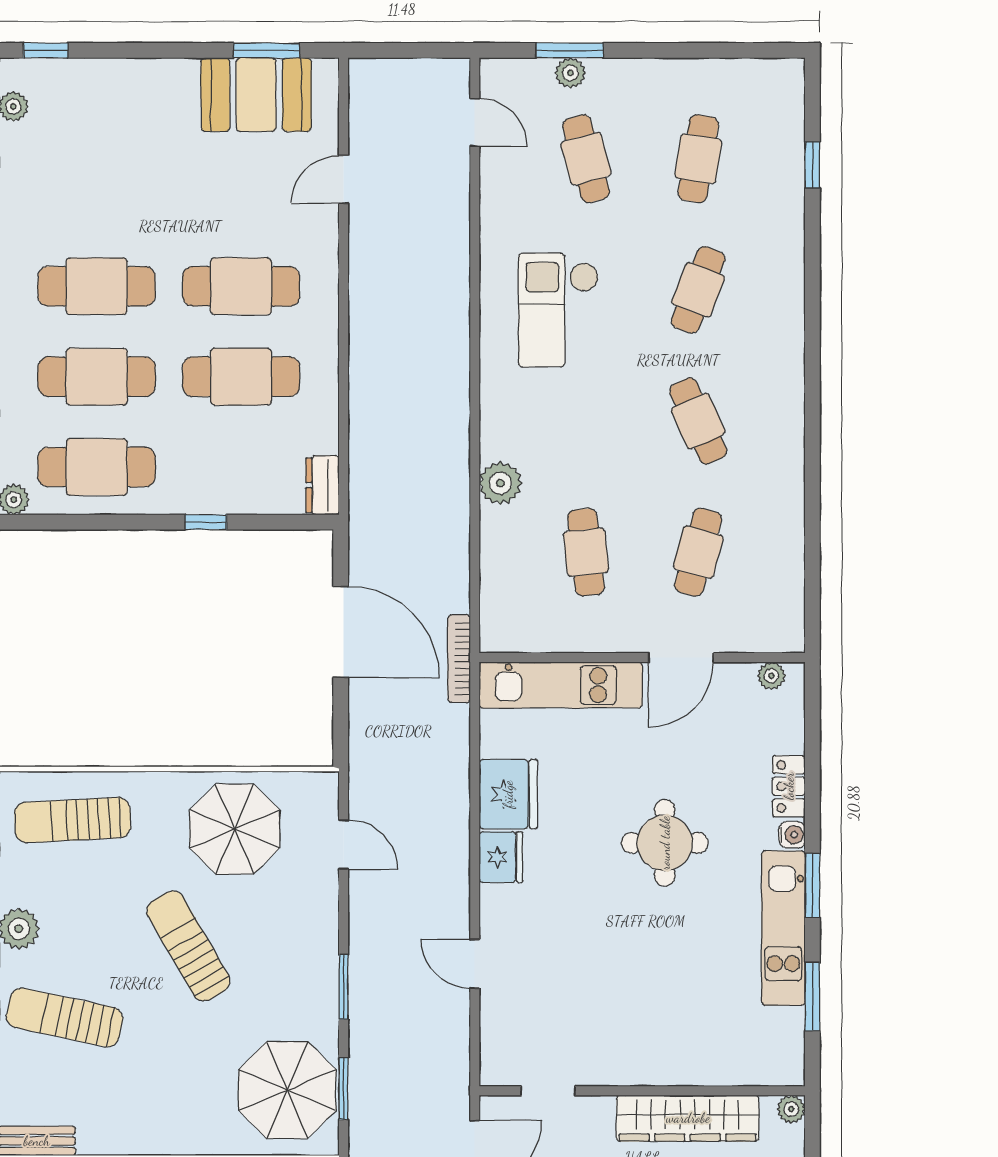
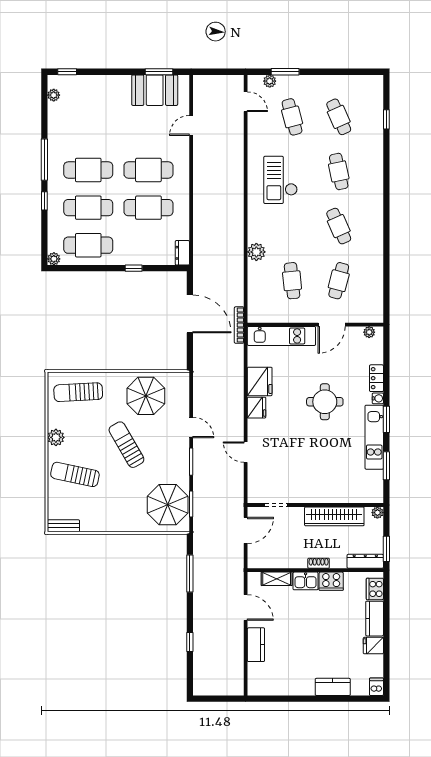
plant: (570, 73) -> (270, 81), moved
cafe table: (698, 159) -> (339, 117), turned -33
cafe table: (698, 290) -> (339, 171), turned -33
door: (344, 845) -> (191, 427), moved

